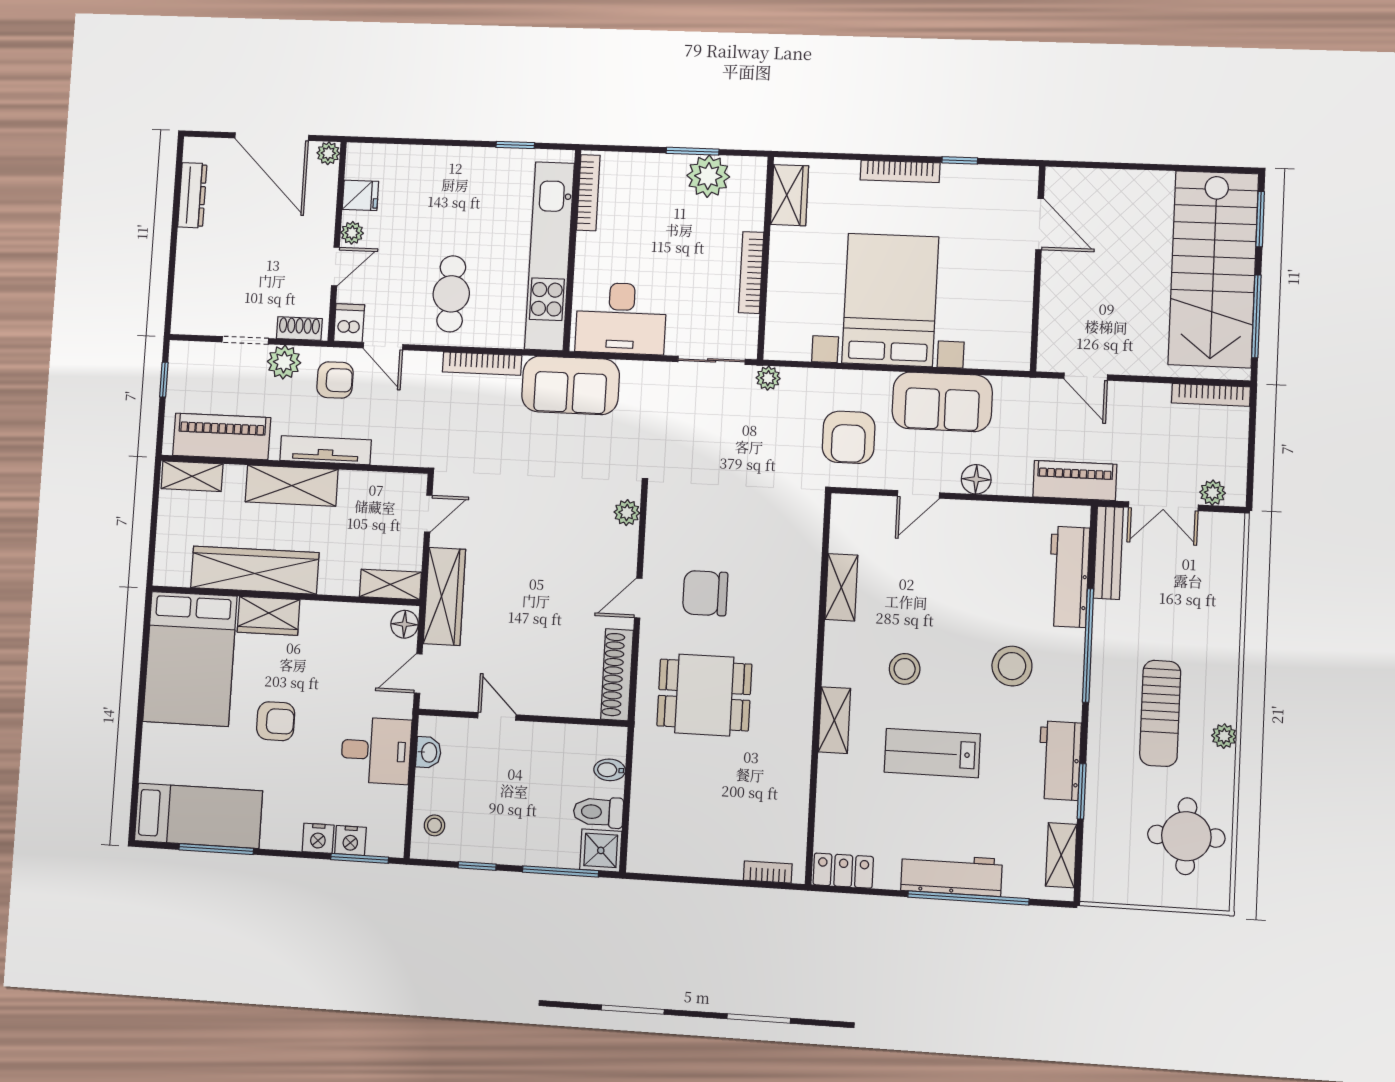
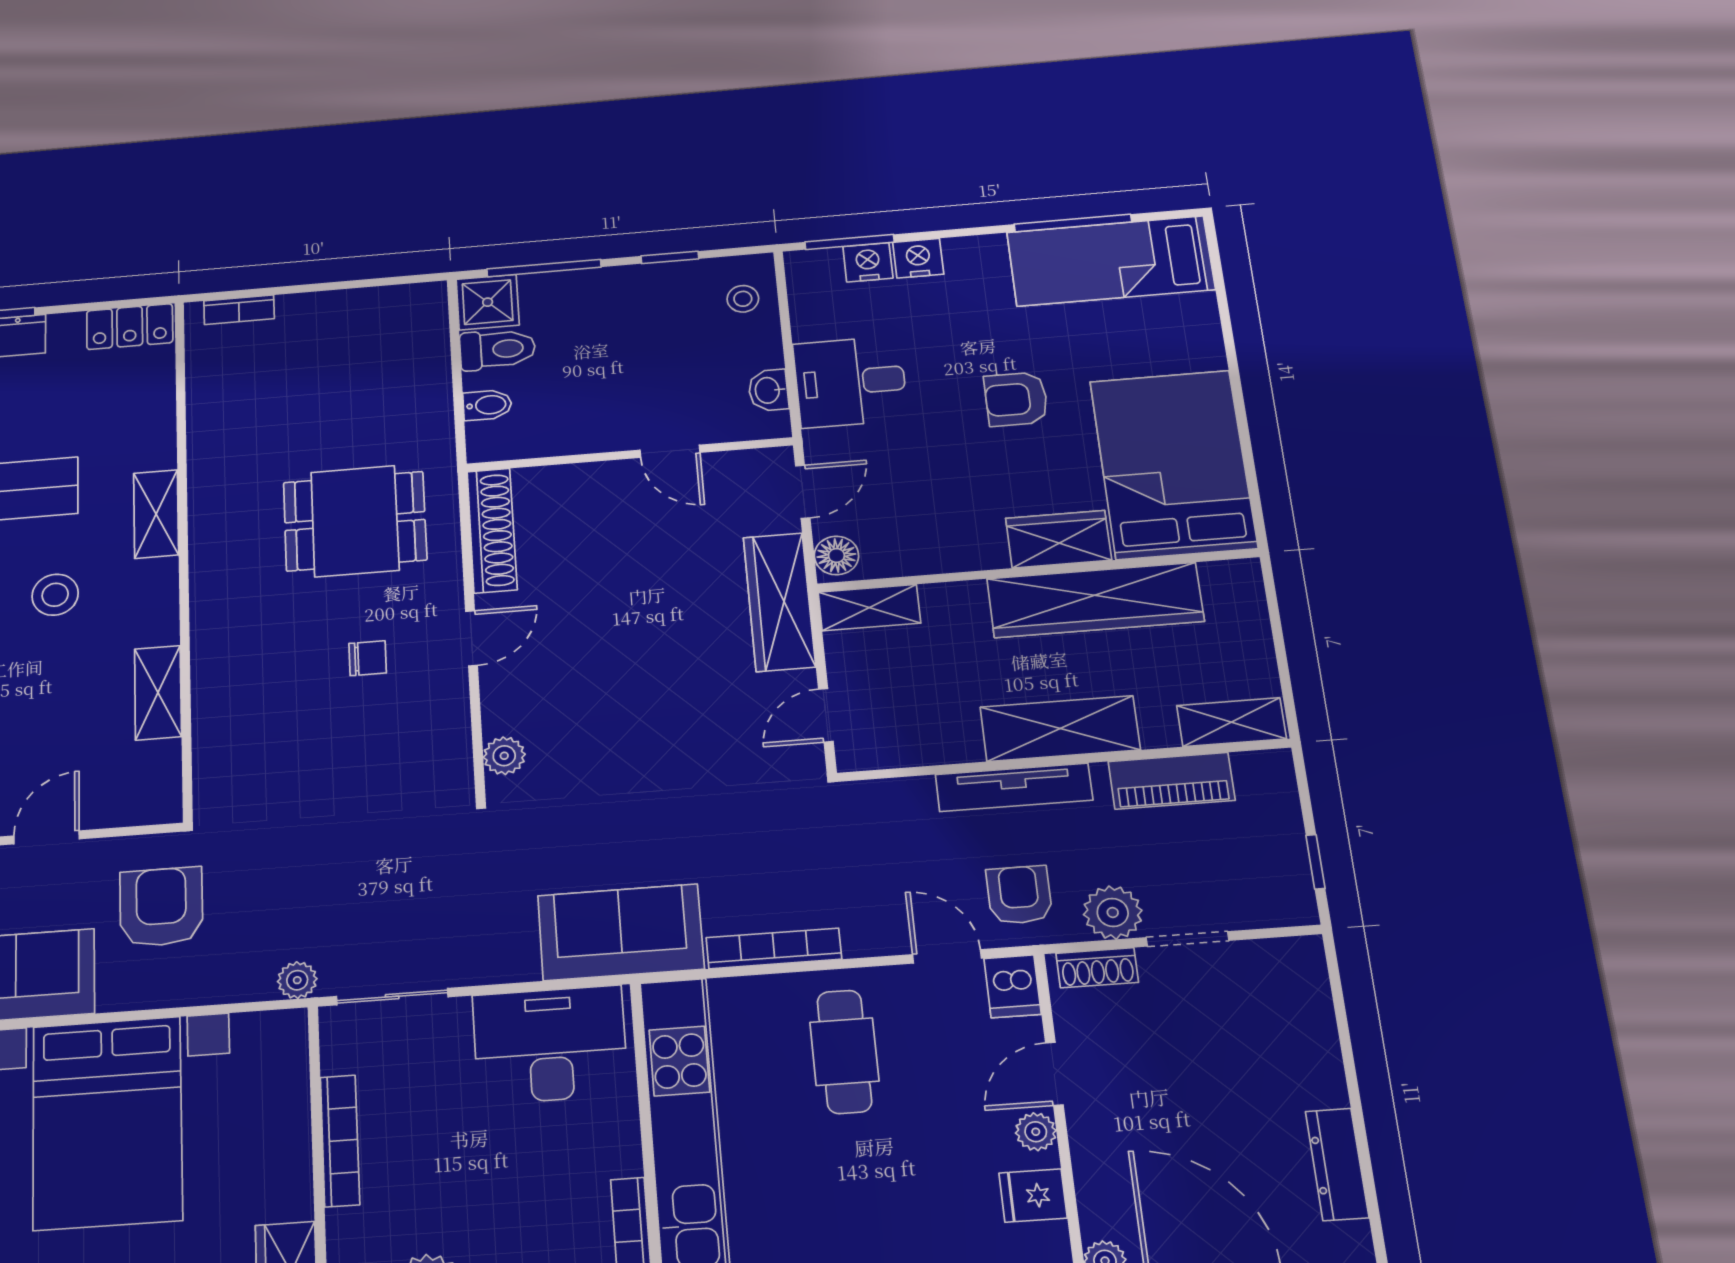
armchair: (335, 380) -> (1019, 895), turned 90
piano: (222, 436) -> (1172, 781), width x0.73, depth x0.75
chair: (705, 593) -> (368, 658), width x0.54, depth x0.54

